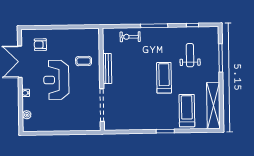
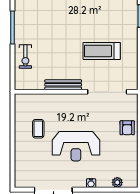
armchair: (40, 45) -> (127, 128), moved
coffee table: (84, 61) -> (38, 129), moved
treadmill: (164, 78) -> (102, 51), moved

